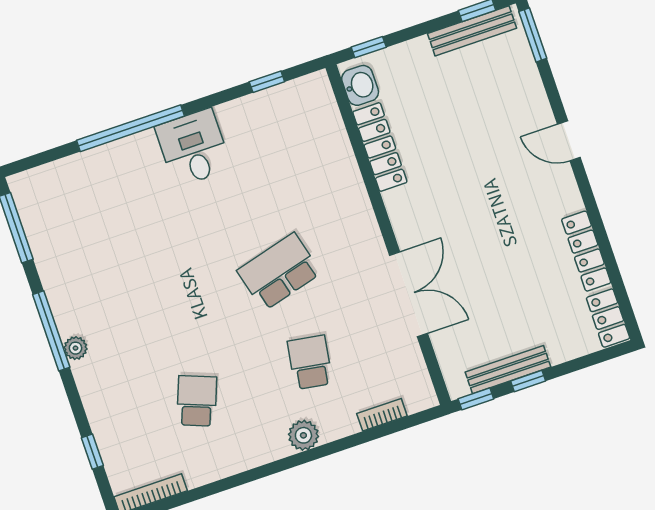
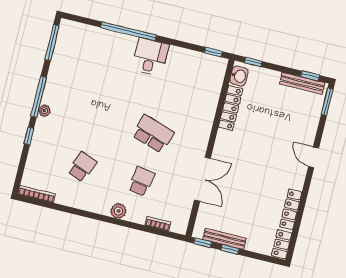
window: (267, 82) -> (213, 52), moved
school desk: (279, 272) -> (153, 134), turned 33
window: (92, 452) -> (29, 136), moved

